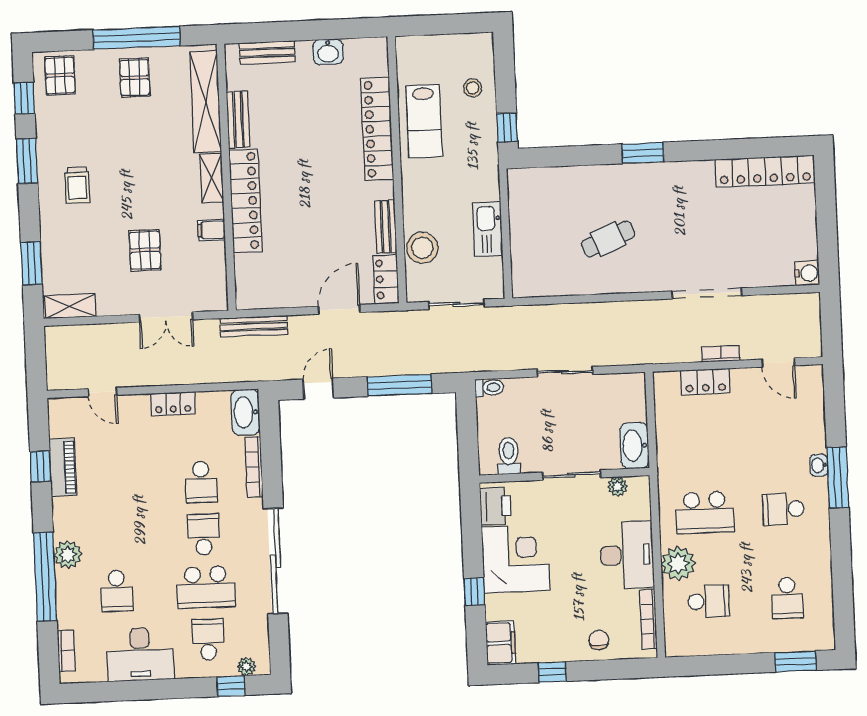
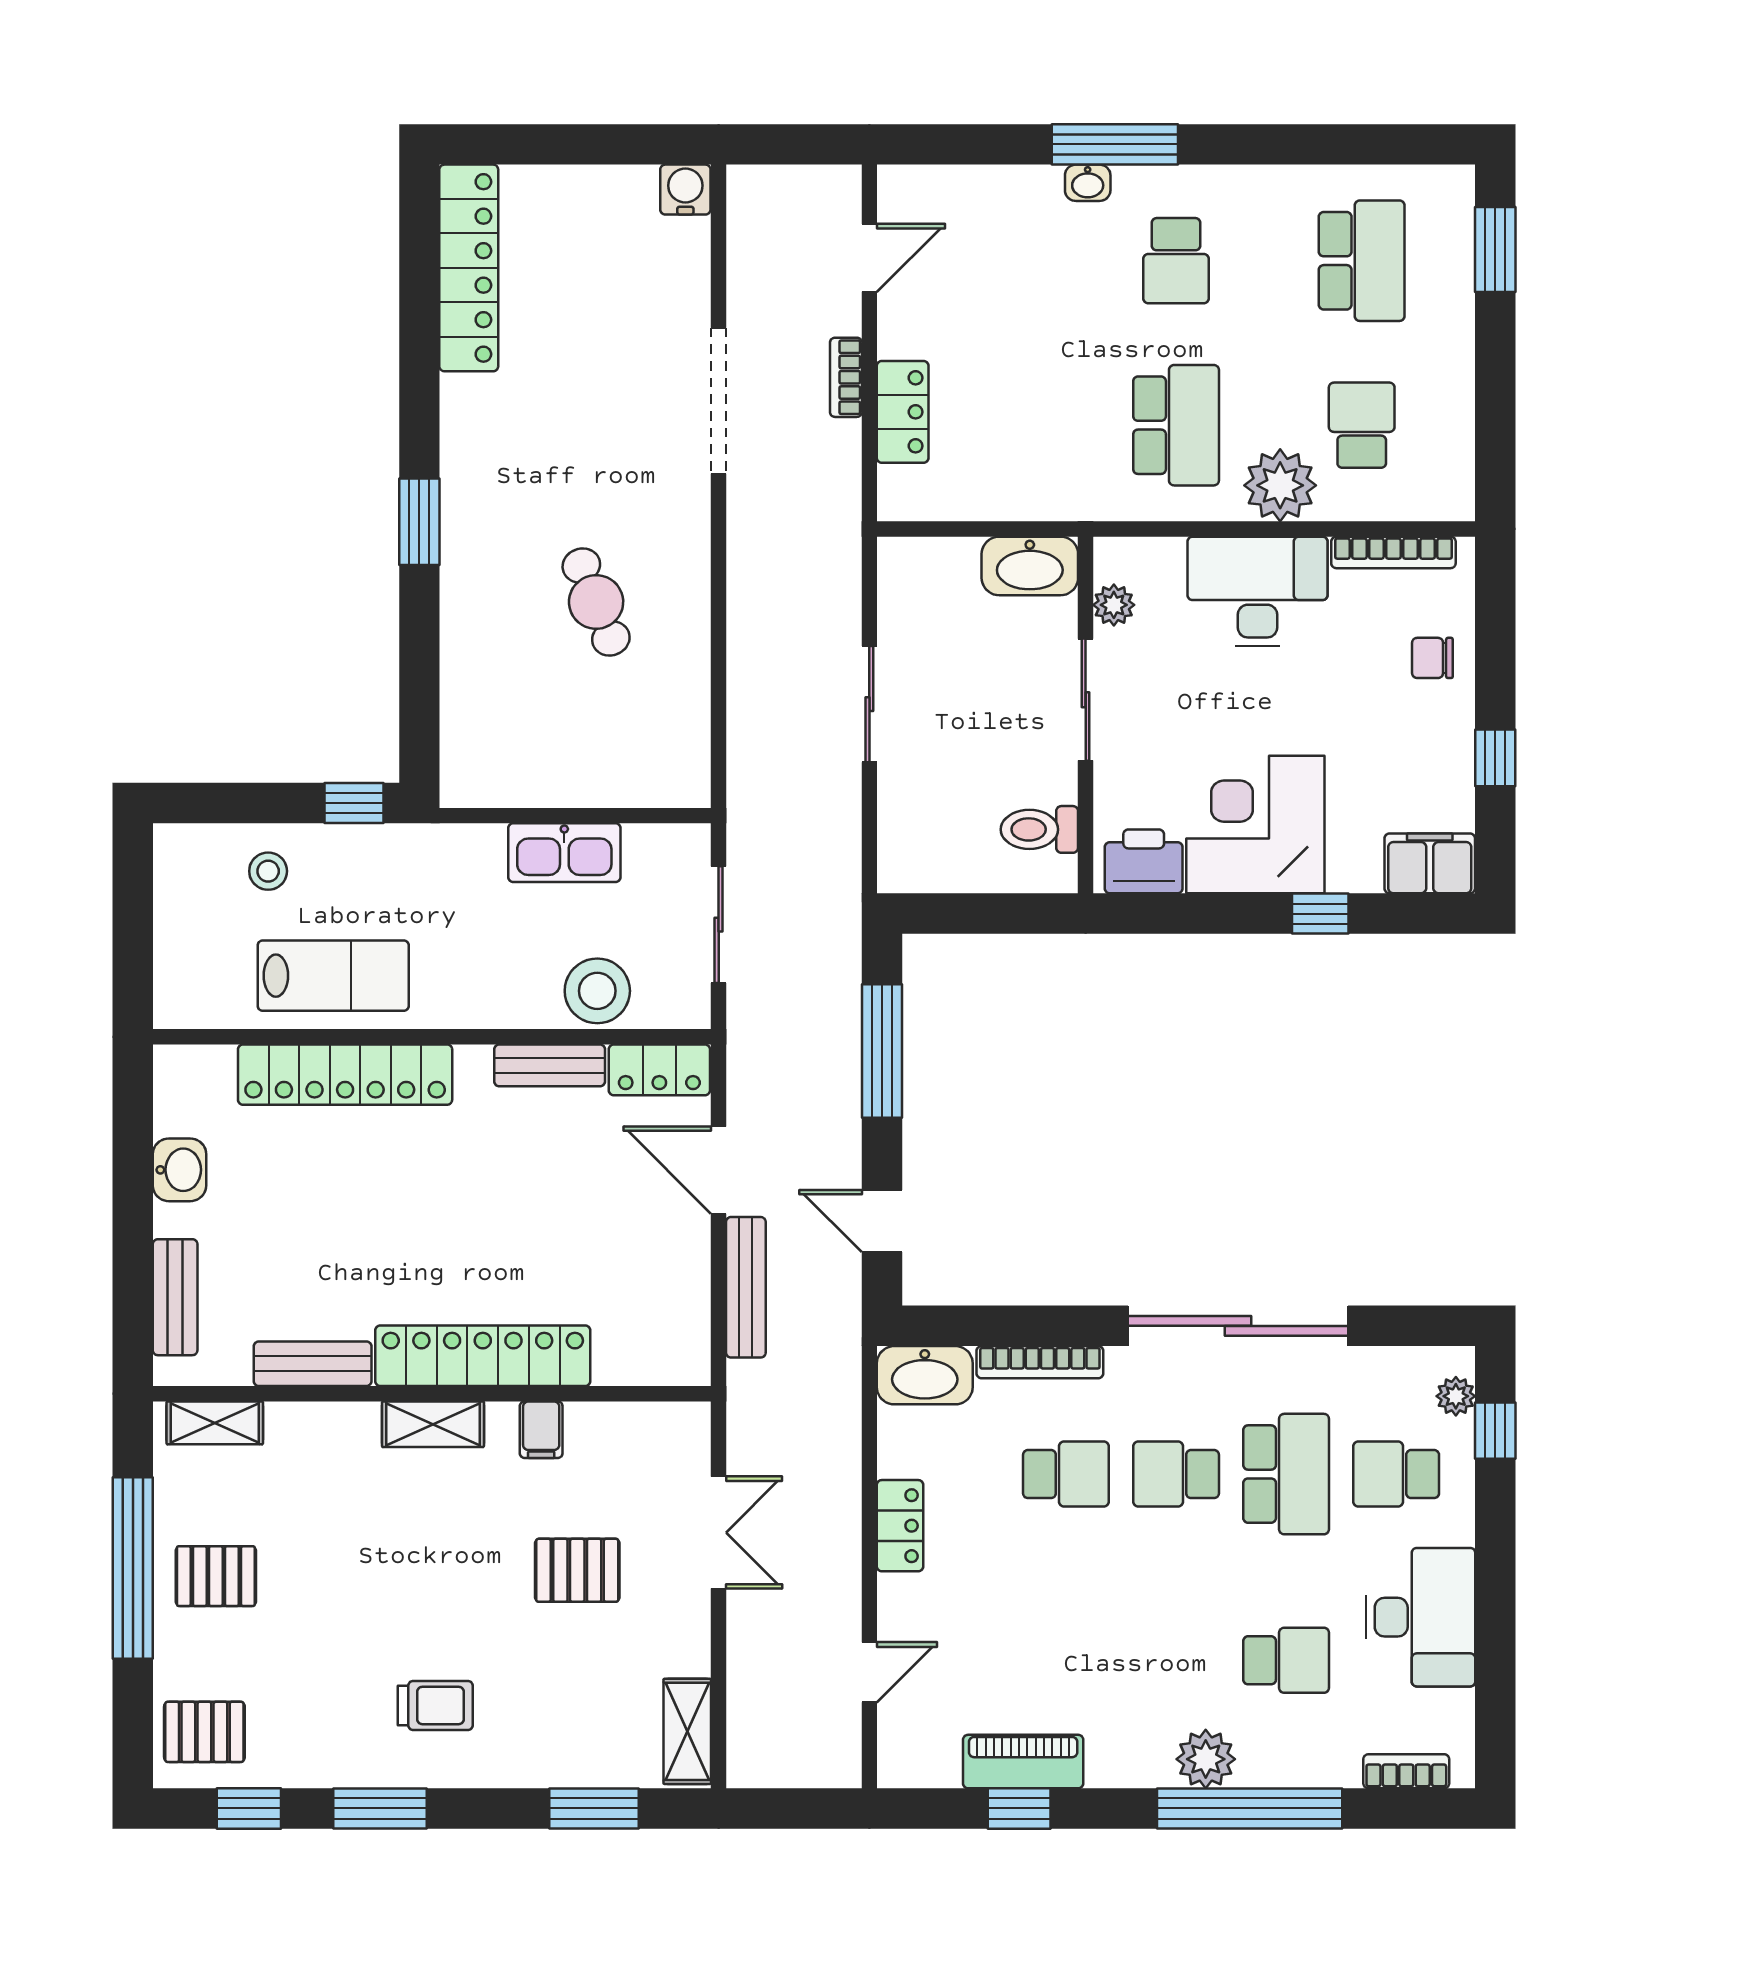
shelving: (206, 102) -> (215, 1423), width x0.45, depth x0.75
bench: (254, 326) -> (746, 1287), moved
toilet: (489, 388) -> (895, 863), removed
school desk: (787, 598) -> (1362, 261), width x1.85

